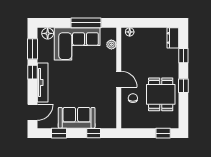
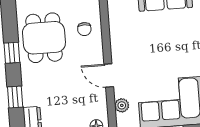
door: (119, 79) -> (109, 75), moved

